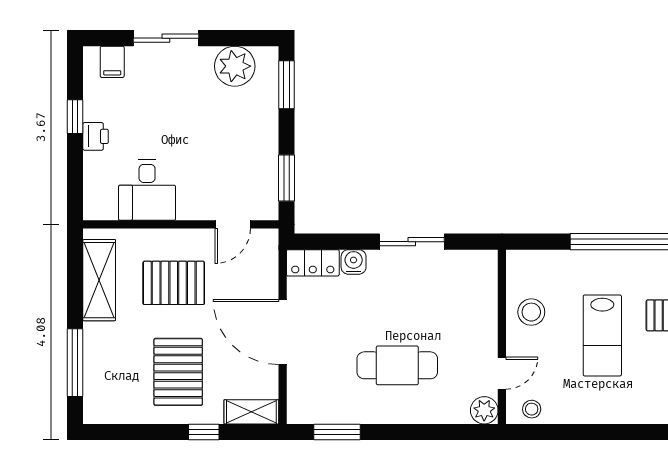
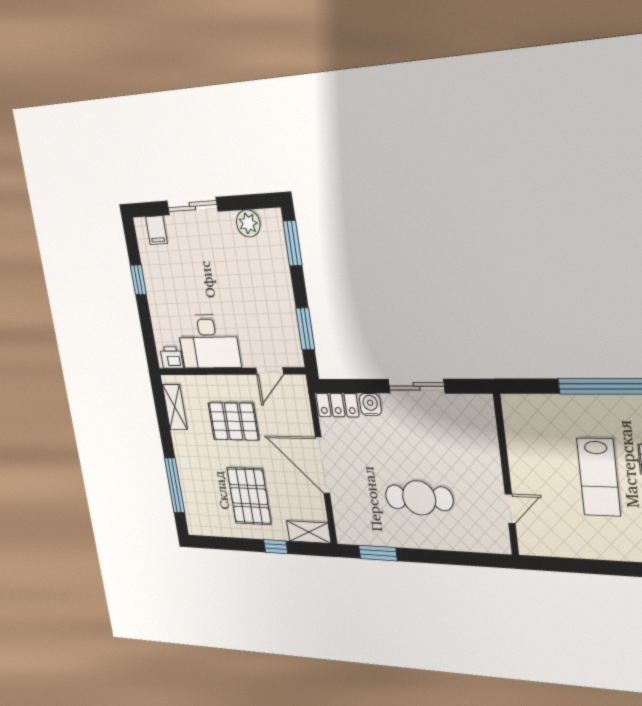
plant: (235, 66) -> (248, 223), width x0.73, depth x0.73
printer: (96, 136) -> (172, 357), moved, turned -90
desk: (147, 190) -> (209, 342), width x1.37
shelving: (99, 280) -> (175, 407), width x0.67, depth x0.75
stool: (531, 312) -> (530, 453), removed
stool: (532, 409) -> (540, 543), removed
plant: (484, 410) -> (498, 542), removed

